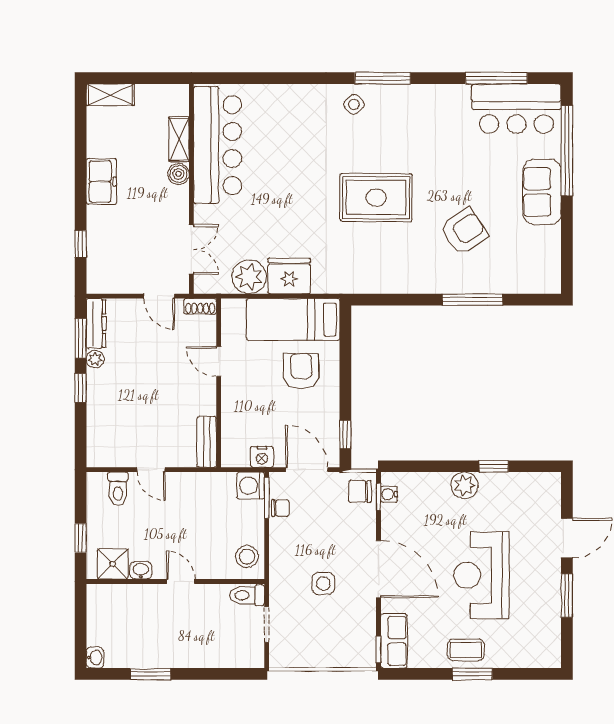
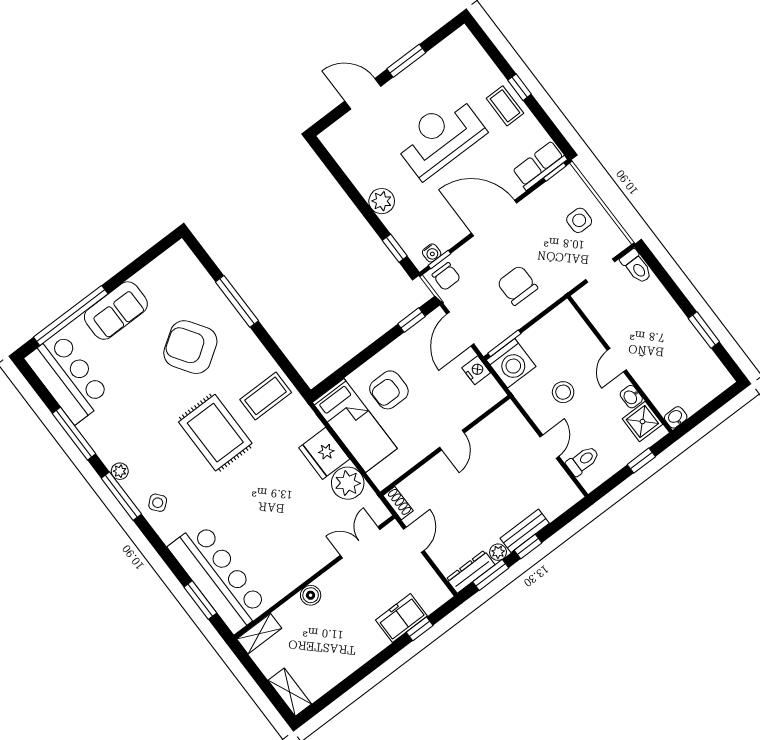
window: (245, 78) -> (200, 600), added
window: (496, 78) -> (74, 434), moved
plant: (405, 93) -> (120, 471), added
shelving: (179, 139) -> (259, 634), moved
bar counter: (218, 145) -> (218, 577), moved, turned 90
freezer: (101, 182) -> (401, 618), moved
armchair: (464, 231) -> (190, 347), width x1.36, depth x1.36
coffee table: (375, 263) -> (266, 396), added
door: (219, 361) -> (452, 440), moved
bench: (207, 442) -> (525, 531), moved
window: (494, 466) -> (395, 248), moved
washing machine: (251, 486) -> (511, 363), width x1.37, depth x1.37
chair: (280, 508) -> (517, 285), moved, width x1.87, depth x1.87
stool: (247, 556) -> (563, 392), moved
door: (378, 569) -> (494, 218), hinge flipped
reception desk: (481, 575) -> (440, 137), turned 180
side table: (323, 583) -> (579, 220), moved
toilet: (247, 595) -> (636, 267), moved
washbasin: (95, 658) -> (676, 417), moved
window: (472, 674) -> (520, 87), width x0.67

